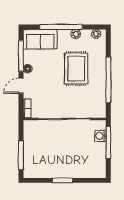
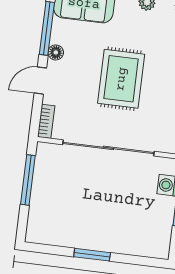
rug: (76, 69) -> (121, 79), moved
window: (21, 155) -> (28, 180), moved

